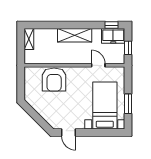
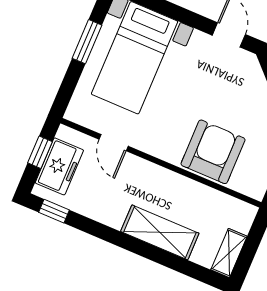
shelving: (75, 35) -> (160, 232), moved
freezer: (113, 36) -> (59, 166), moved, turned 90

